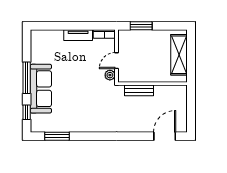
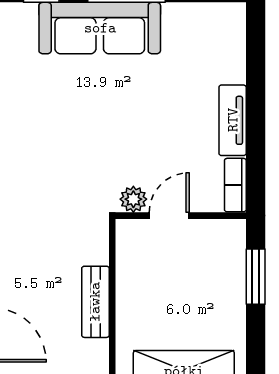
door: (117, 61) -> (169, 216), hinge flipped
bench: (139, 90) -> (95, 302), moved

